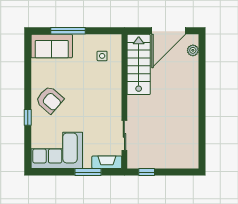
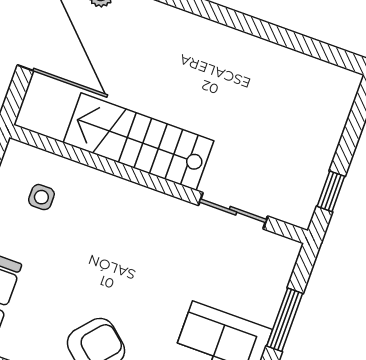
stairs: (139, 64) -> (139, 142), moved
fireplace: (107, 162) -> (278, 271), removed

